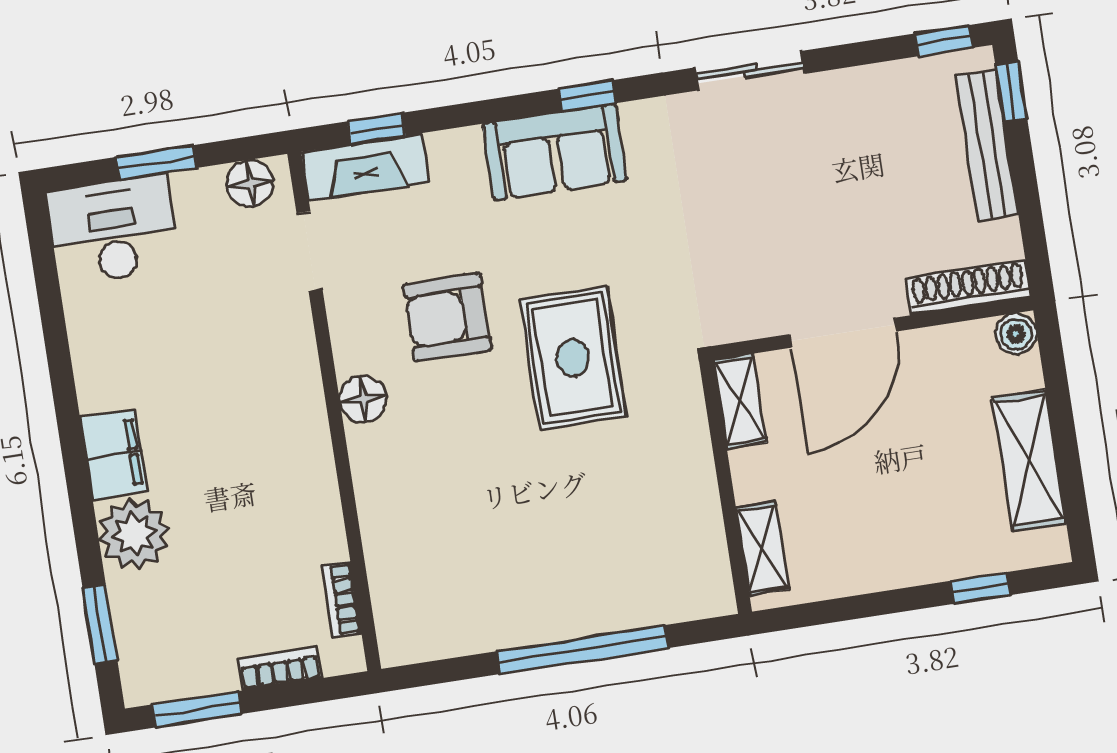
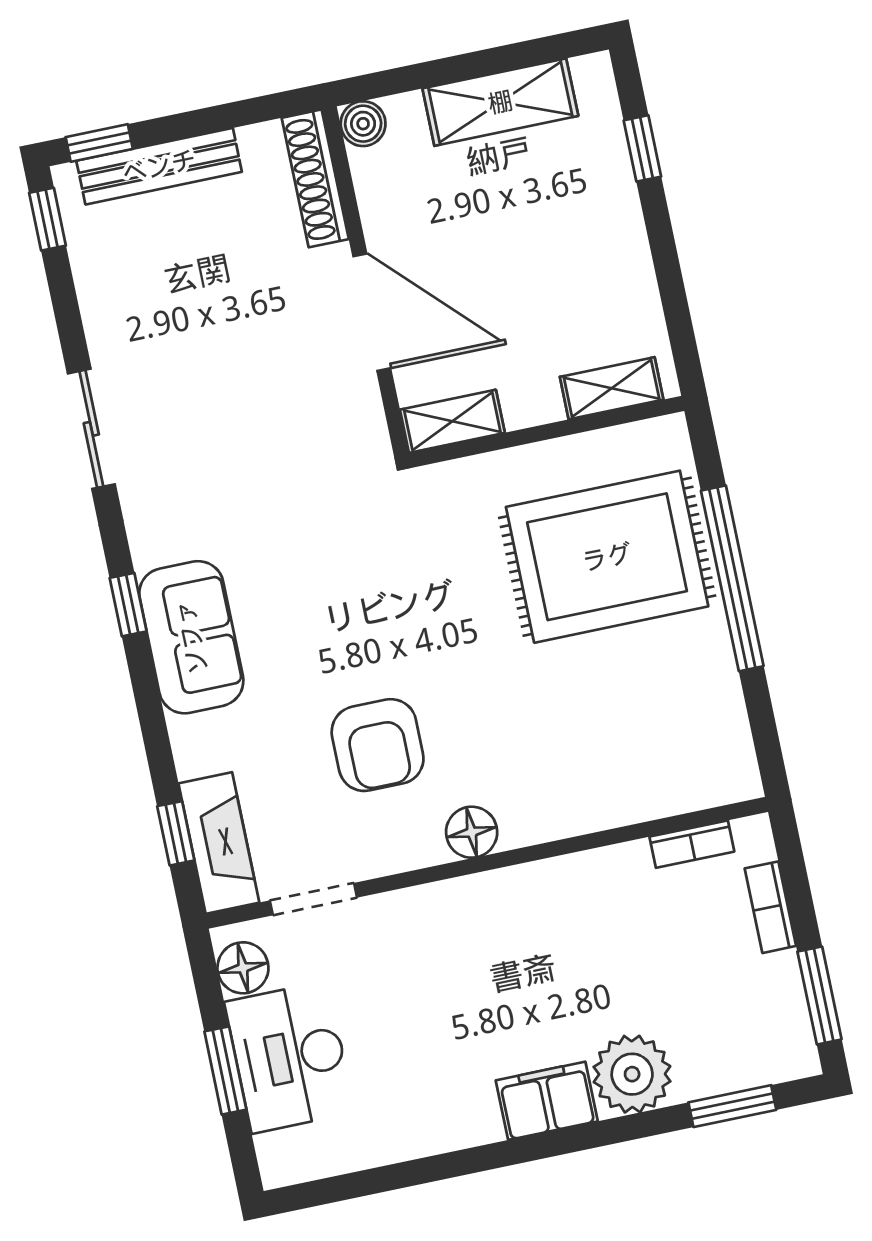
desk: (113, 230) -> (290, 1057), moved
rug: (573, 358) -> (607, 557), moved, width x1.37, depth x1.44

